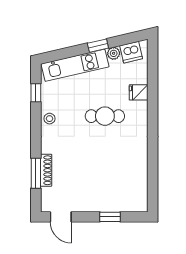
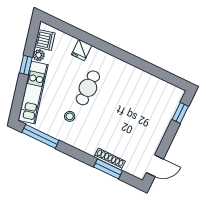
window: (36, 93) -> (40, 136), width x2.17
stool: (49, 119) -> (70, 116), moved
window: (110, 217) -> (180, 113), moved

